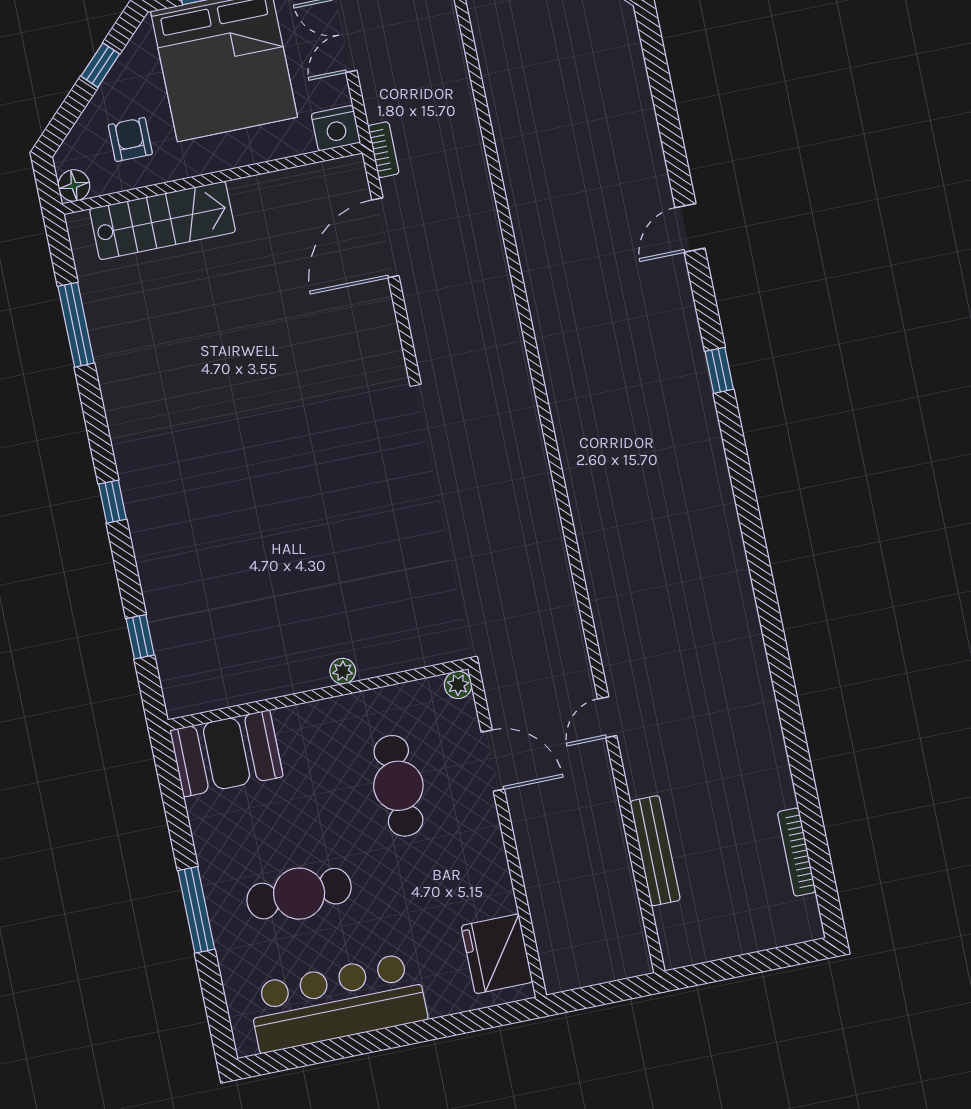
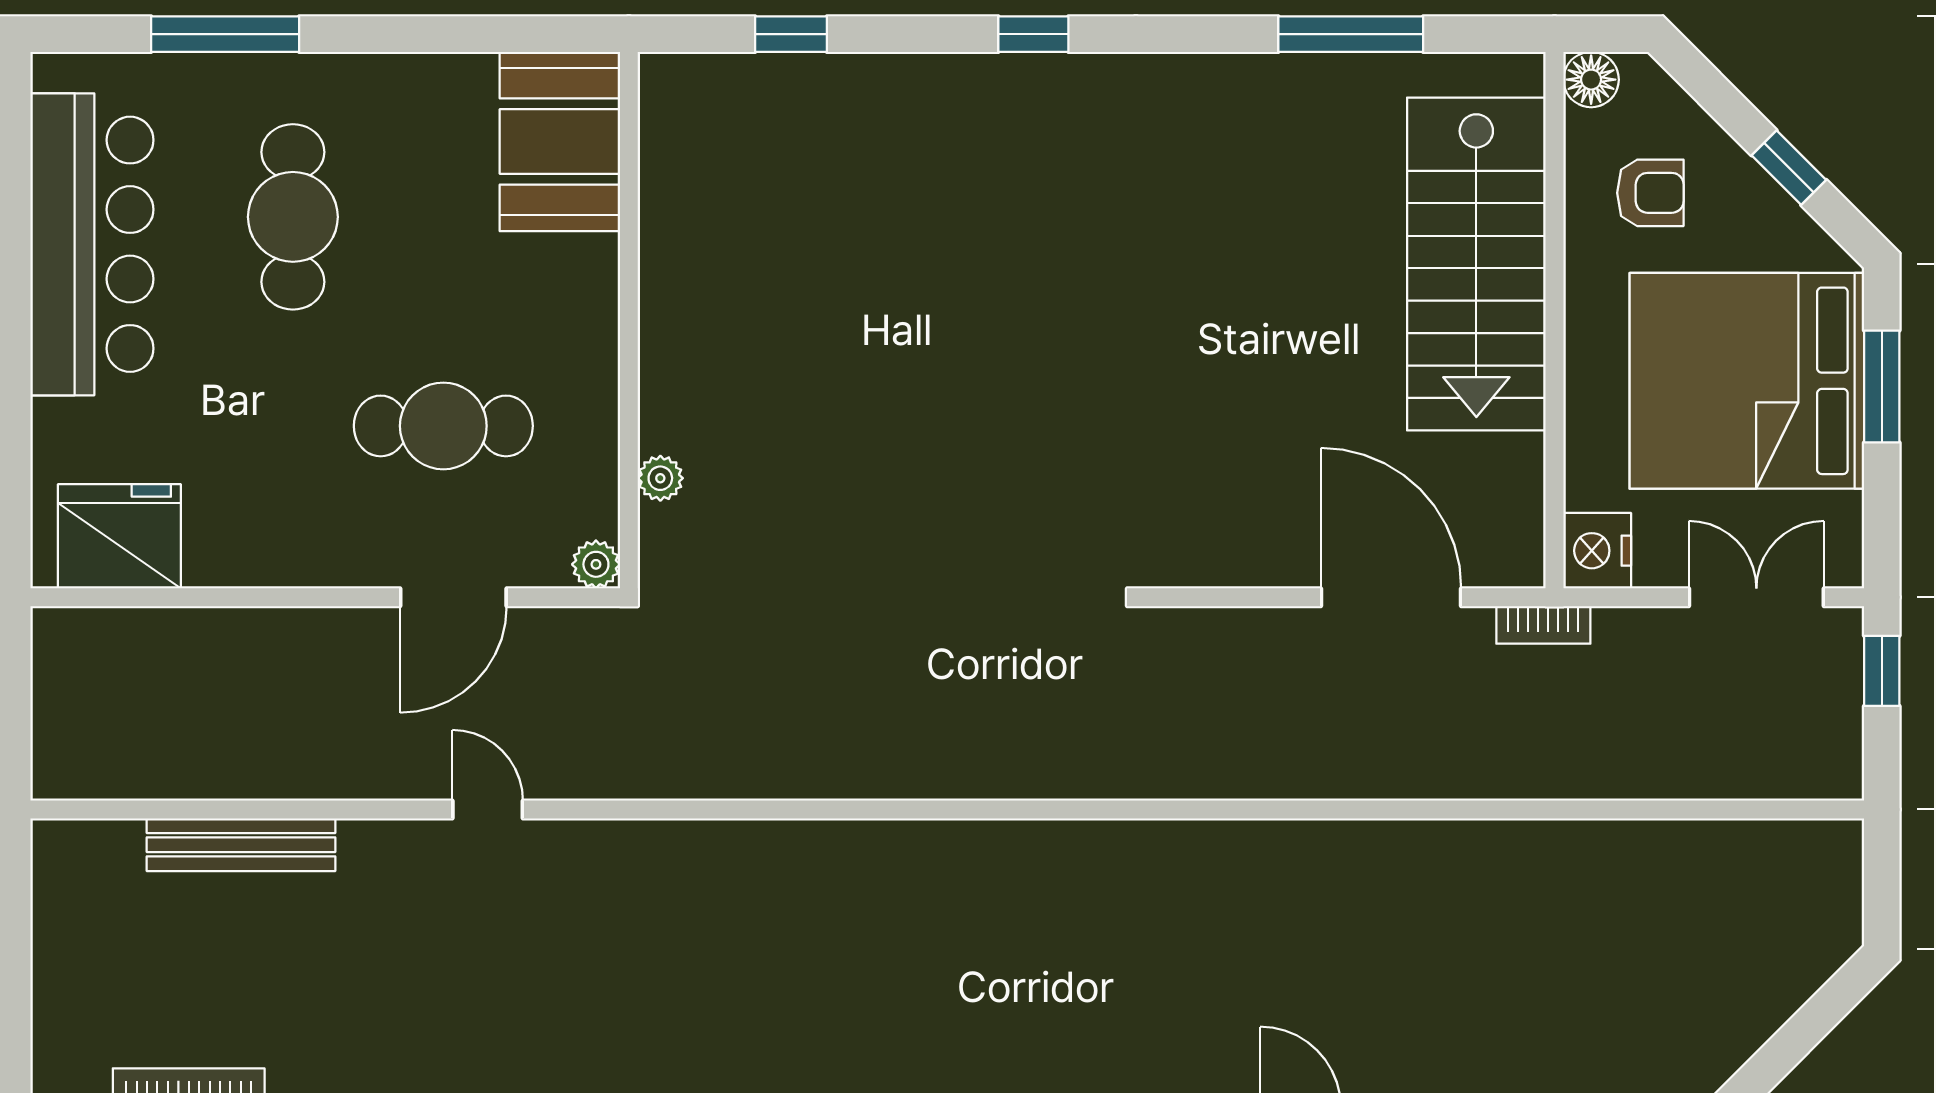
stairs: (162, 220) -> (1476, 264), width x1.36, depth x1.51
plant: (343, 671) -> (660, 478), moved
window: (196, 910) -> (225, 34), moved

